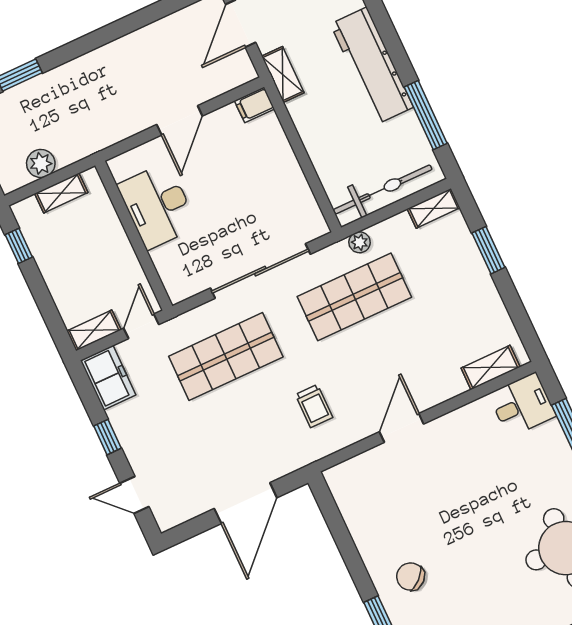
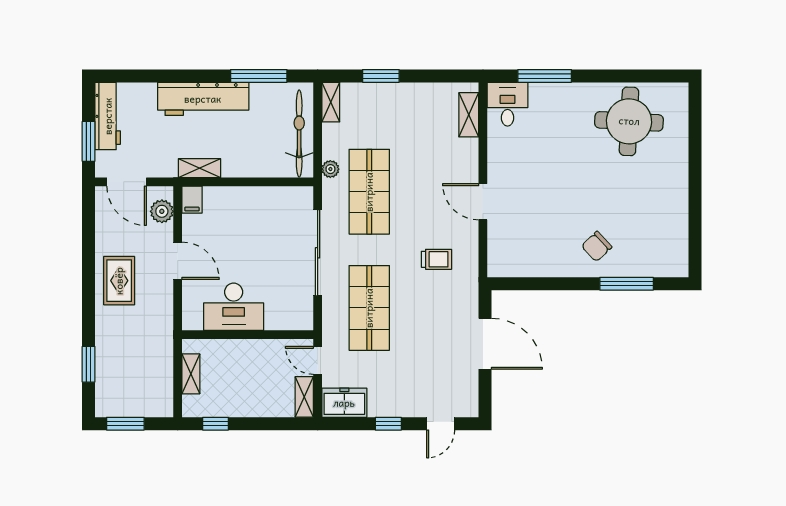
rug: (128, 66) -> (119, 281), added
shelving: (283, 75) -> (200, 168), moved
plant: (41, 163) -> (162, 211), moved

